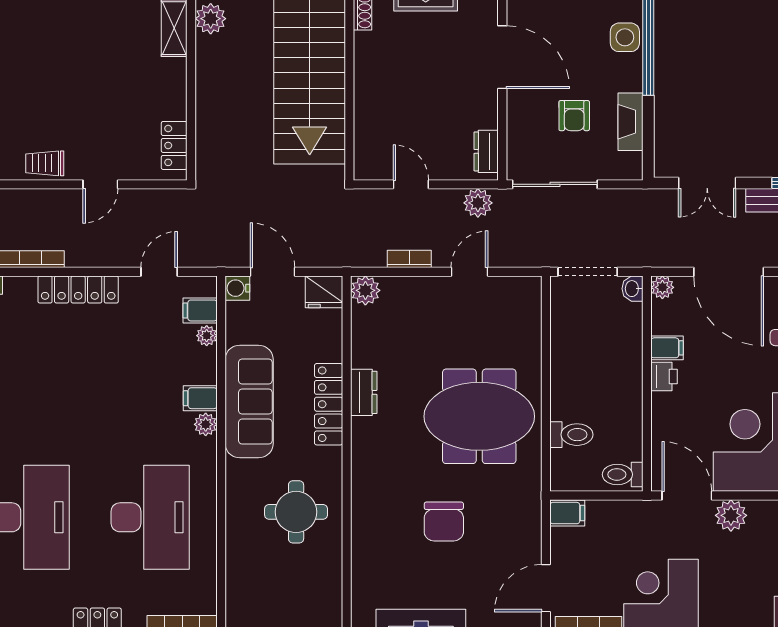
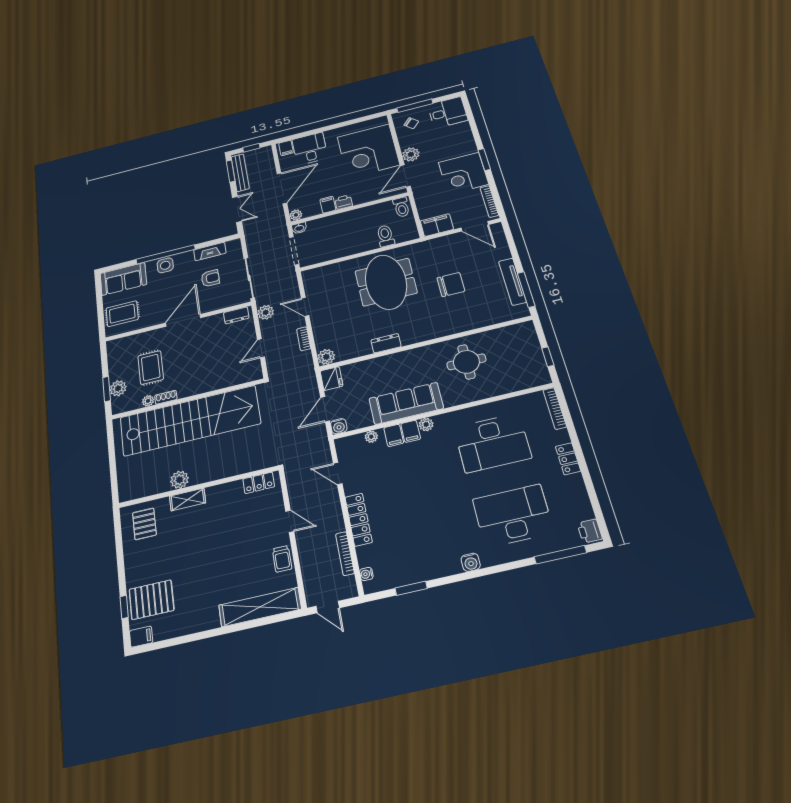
filing cabinet: (200, 310) -> (394, 435), moved
locker: (329, 404) -> (397, 360), removed
filing cabinet: (567, 513) -> (437, 225), width x2.00
desk: (150, 517) -> (492, 443), turned 180

